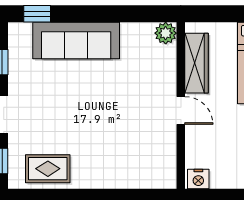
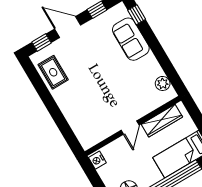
plant: (166, 33) -> (163, 83), moved
sofa: (76, 40) -> (131, 39), width x0.73

